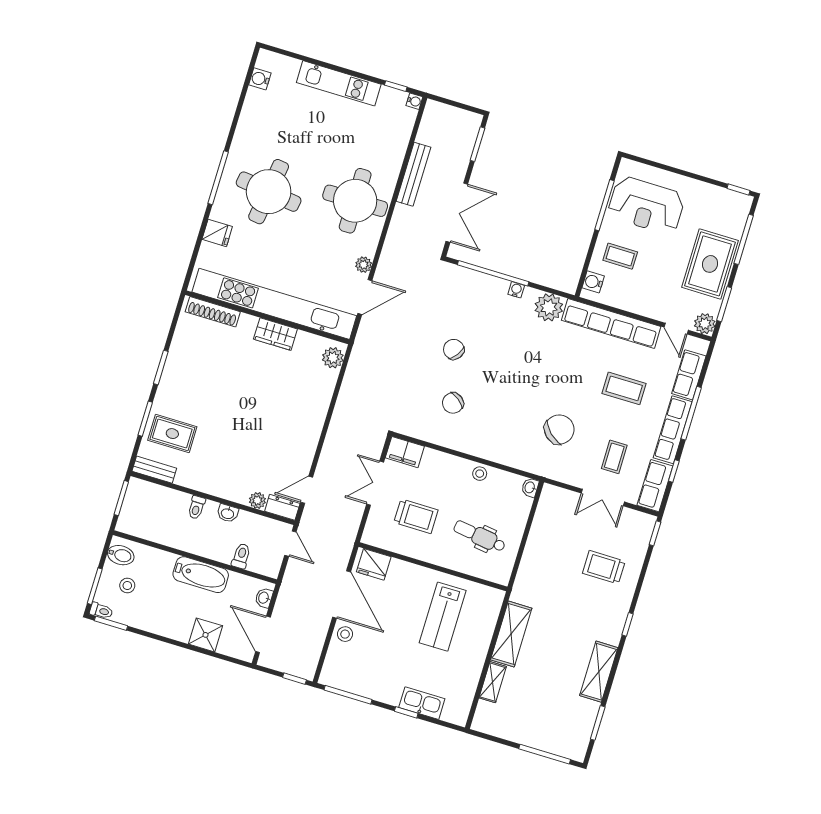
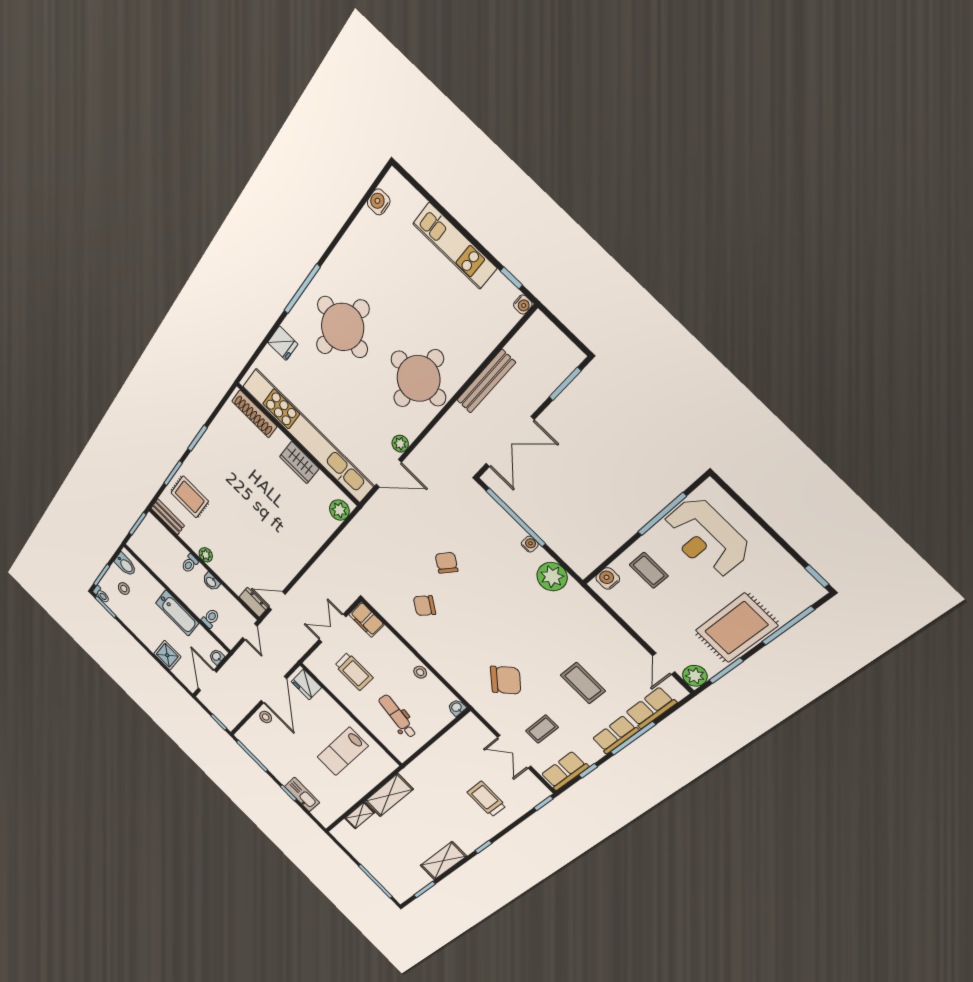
row of seats: (611, 323) -> (603, 624), removed
row of seats: (673, 430) -> (615, 735), width x0.68
plant: (257, 500) -> (206, 555), moved

